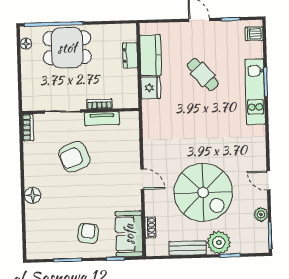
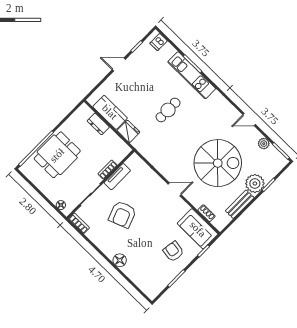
floor lamp: (26, 44) -> (61, 205), moved
cafe table: (203, 74) -> (168, 110), moved, turned -49

